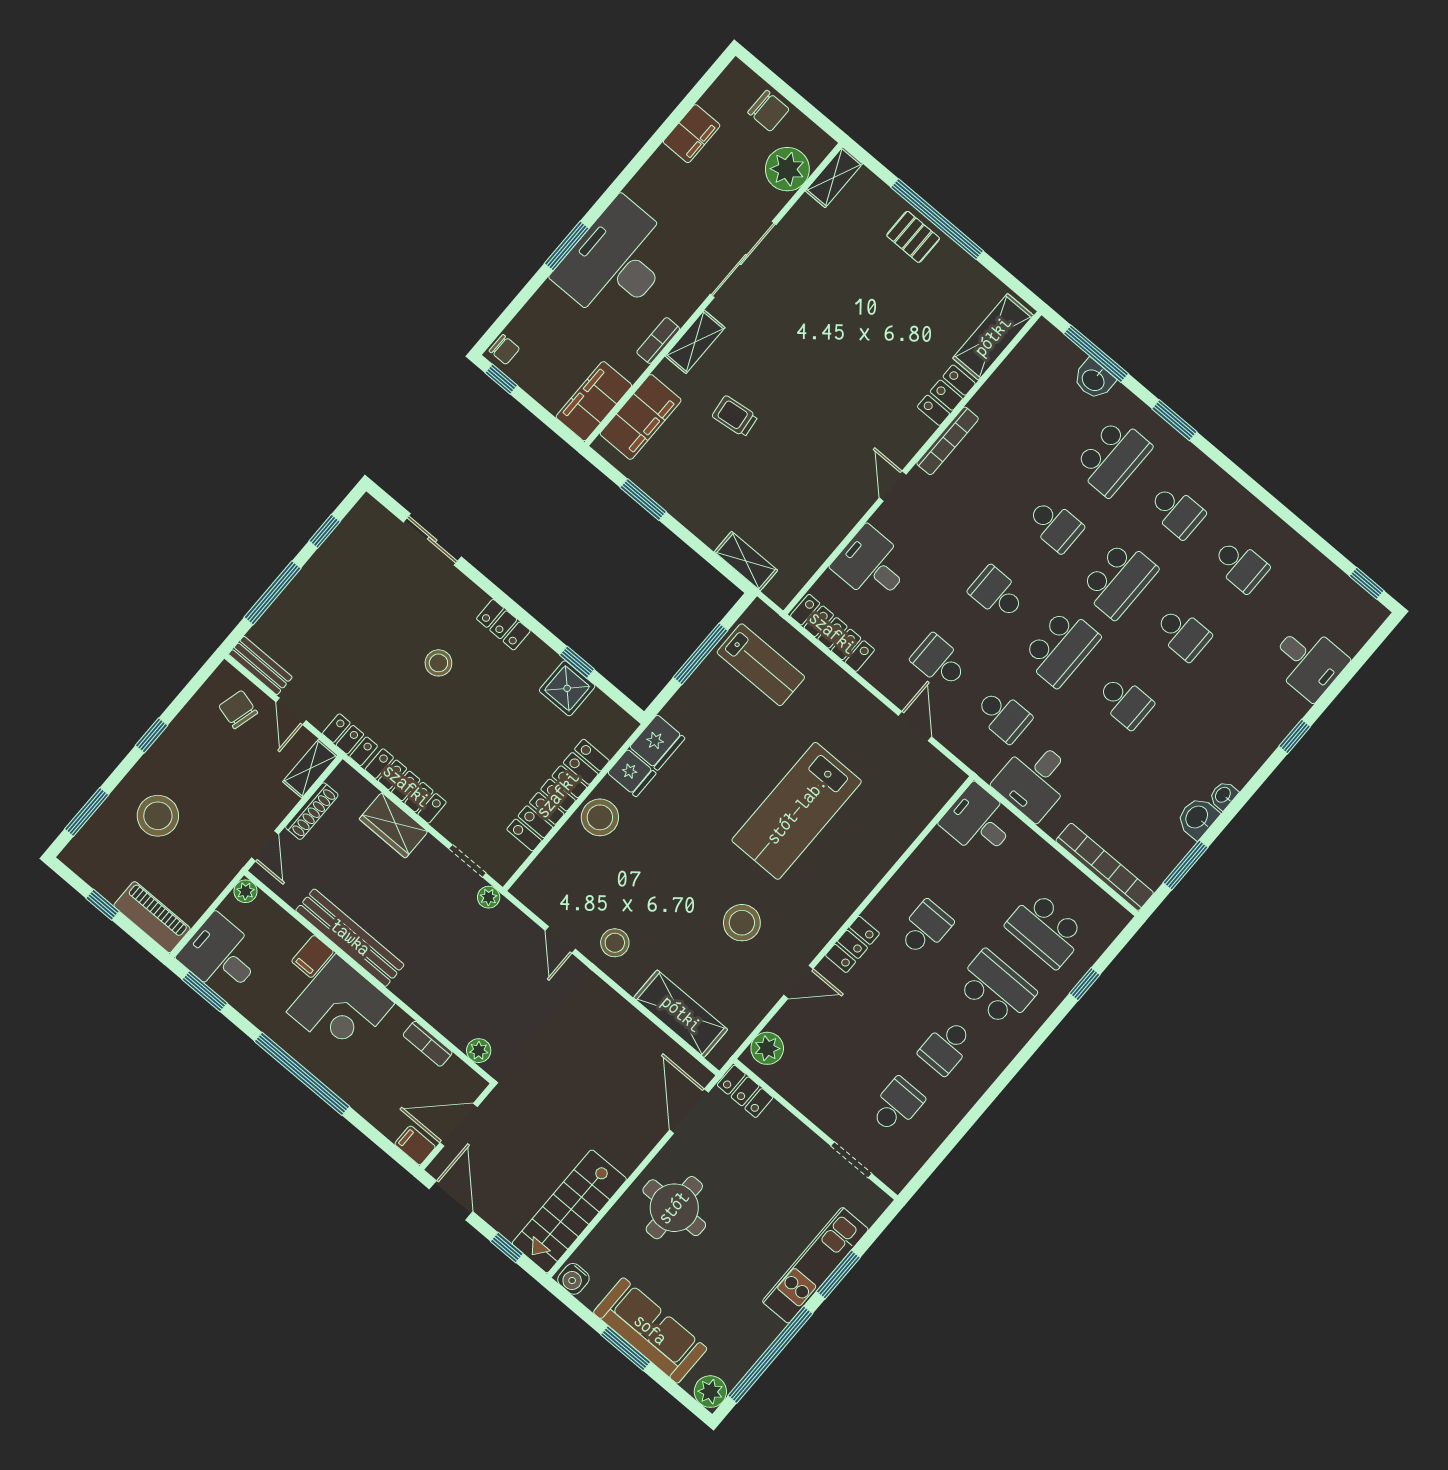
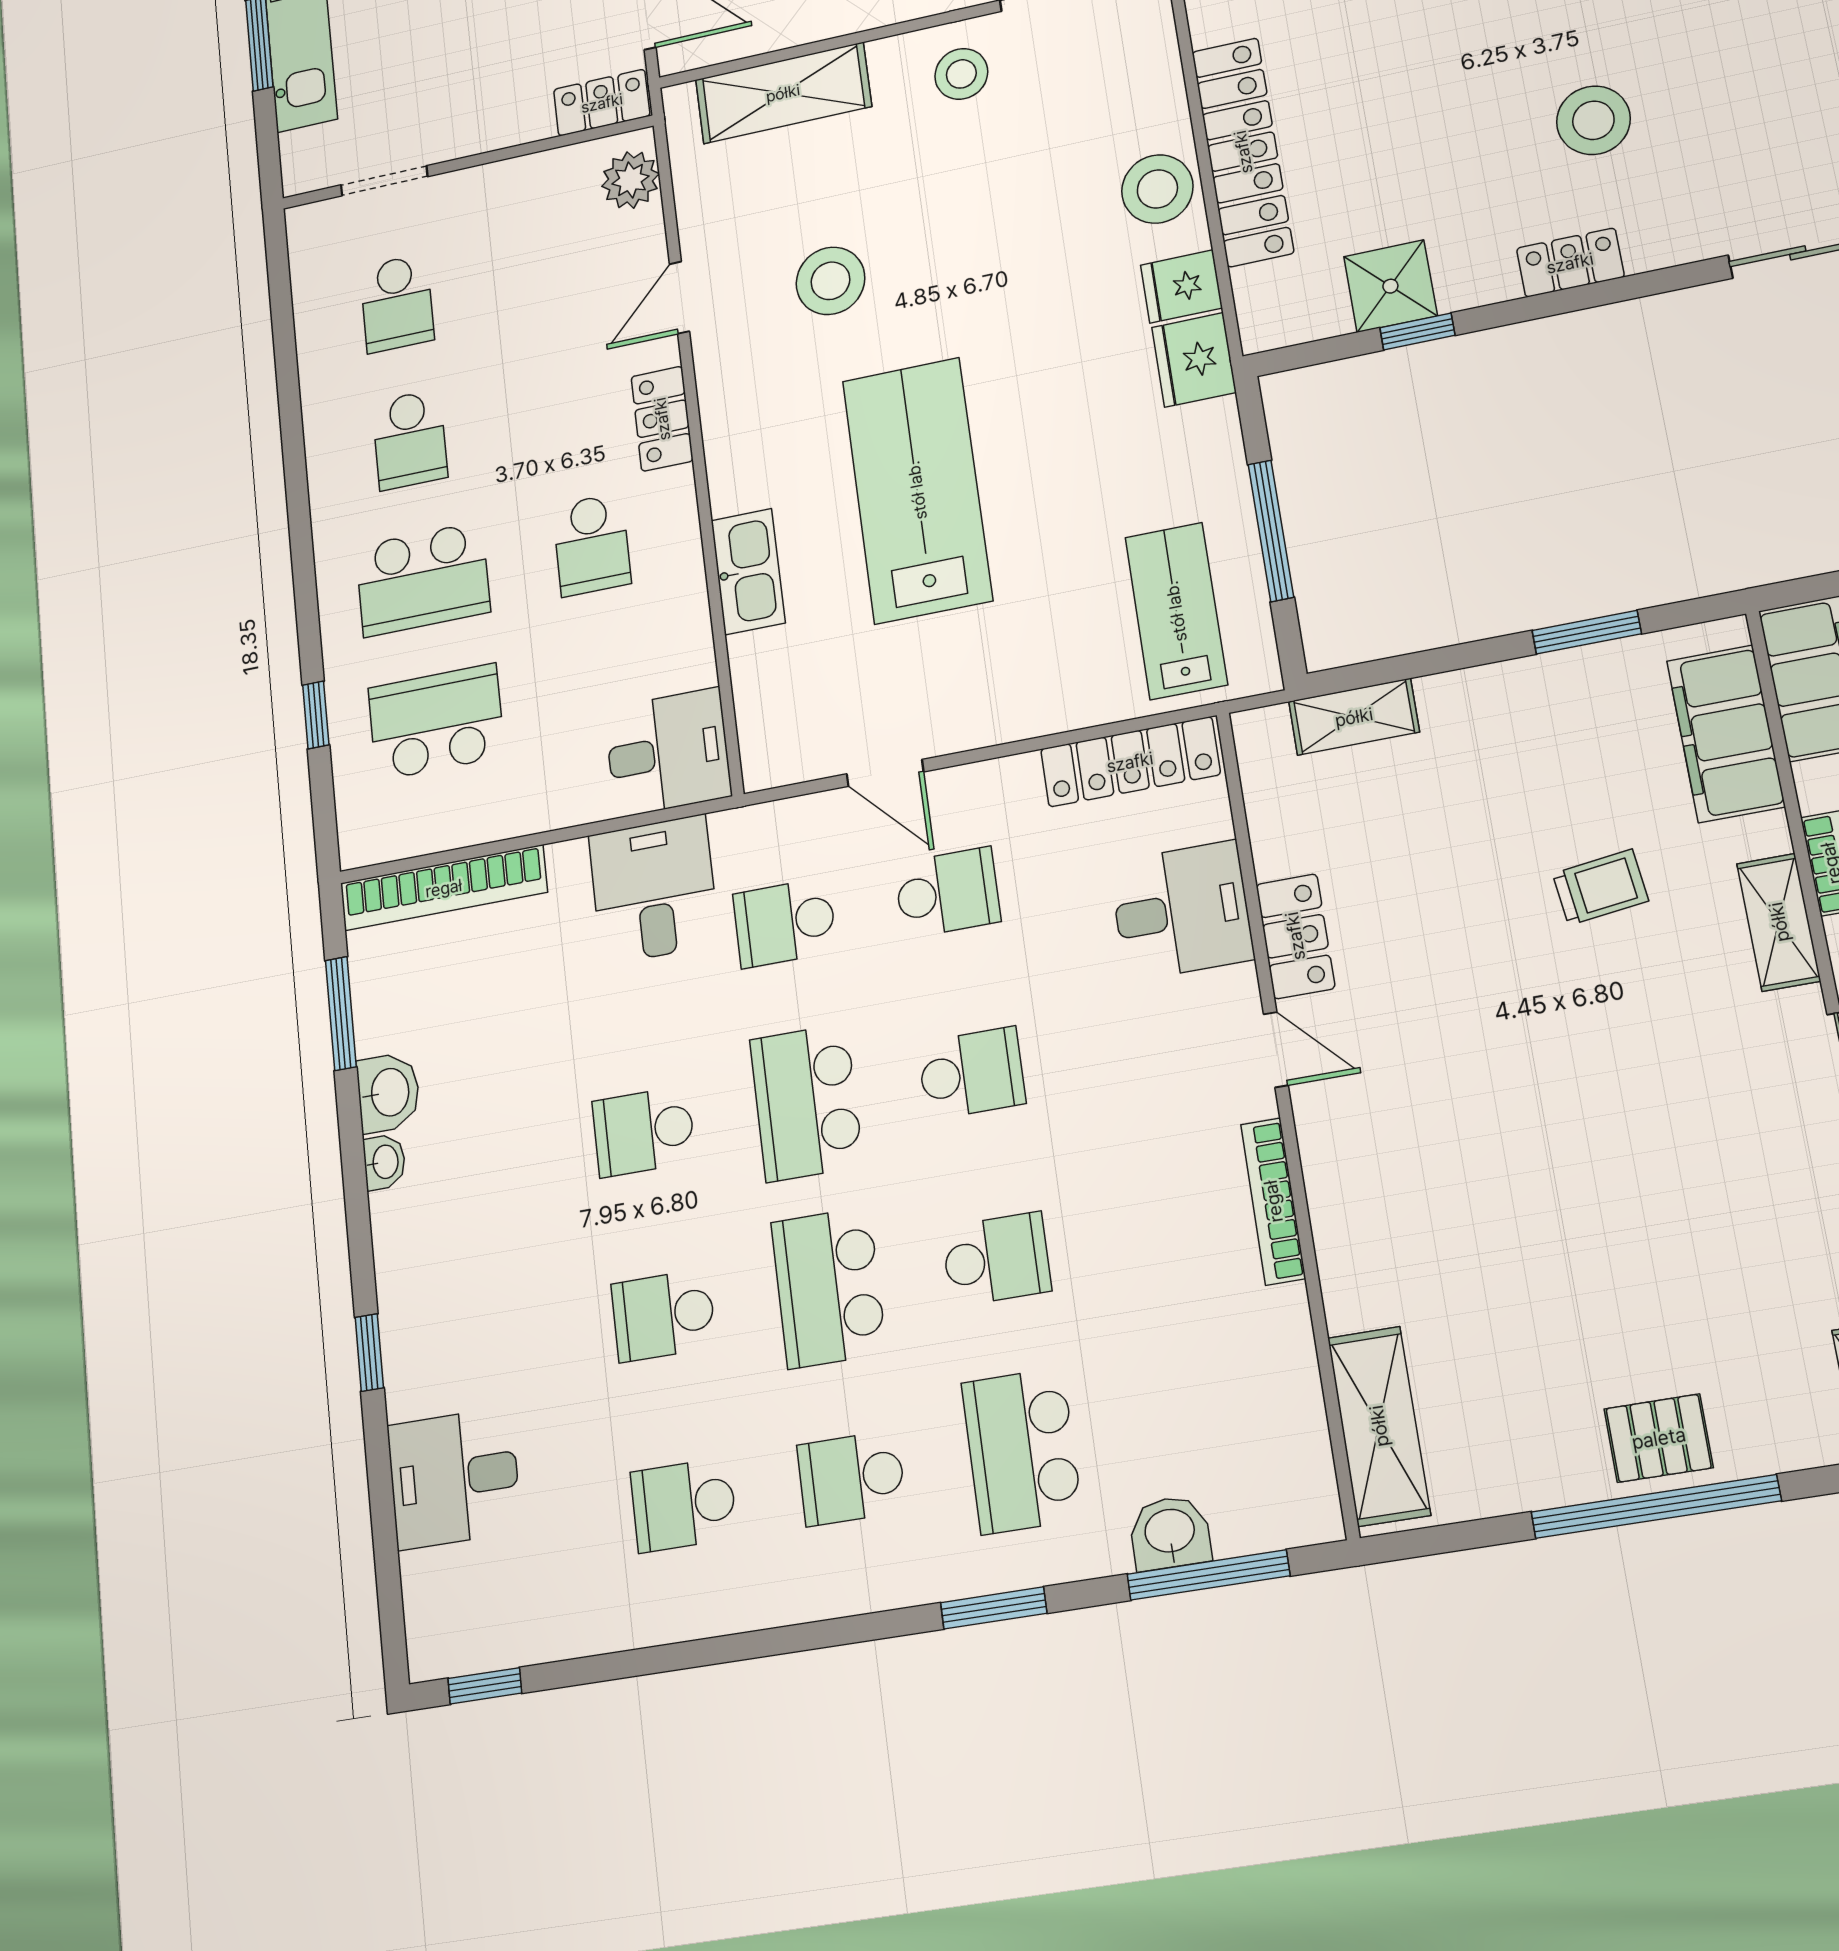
locker: (946, 395) -> (1295, 936), moved
school desk: (1055, 525) -> (996, 1259), turned 180
stool: (438, 663) -> (1593, 120), width x1.38, depth x1.38
lab bench: (761, 665) -> (1176, 611), turned 90
kitchen sink: (883, 852) -> (748, 572), added
school desk: (946, 1047) -> (410, 440), turned 180

